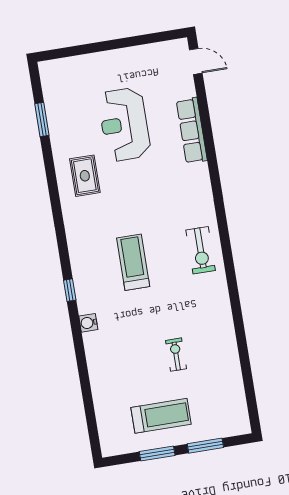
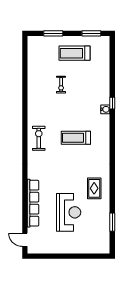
row of seats: (192, 130) -> (33, 203), width x1.36
treadmill: (133, 262) -> (76, 138), turned 90
window: (70, 290) -> (112, 103), moved
window: (157, 453) -> (91, 33), moved

